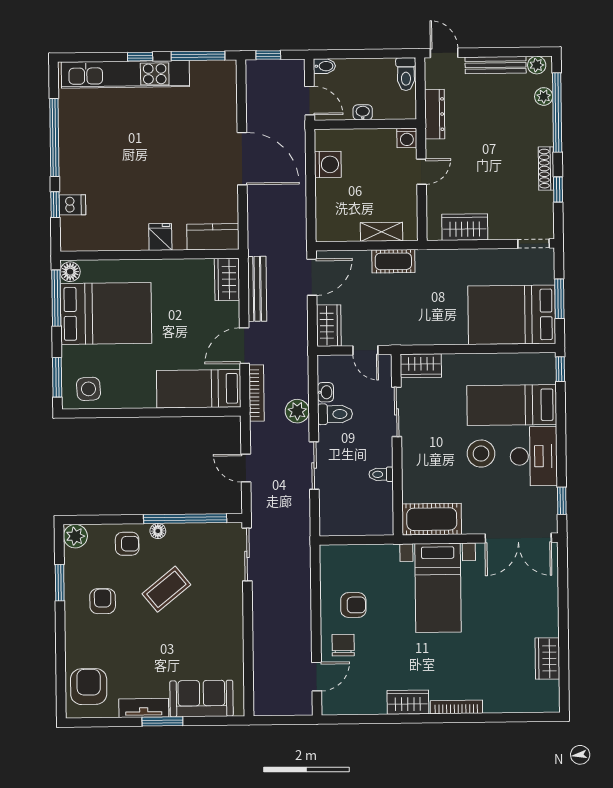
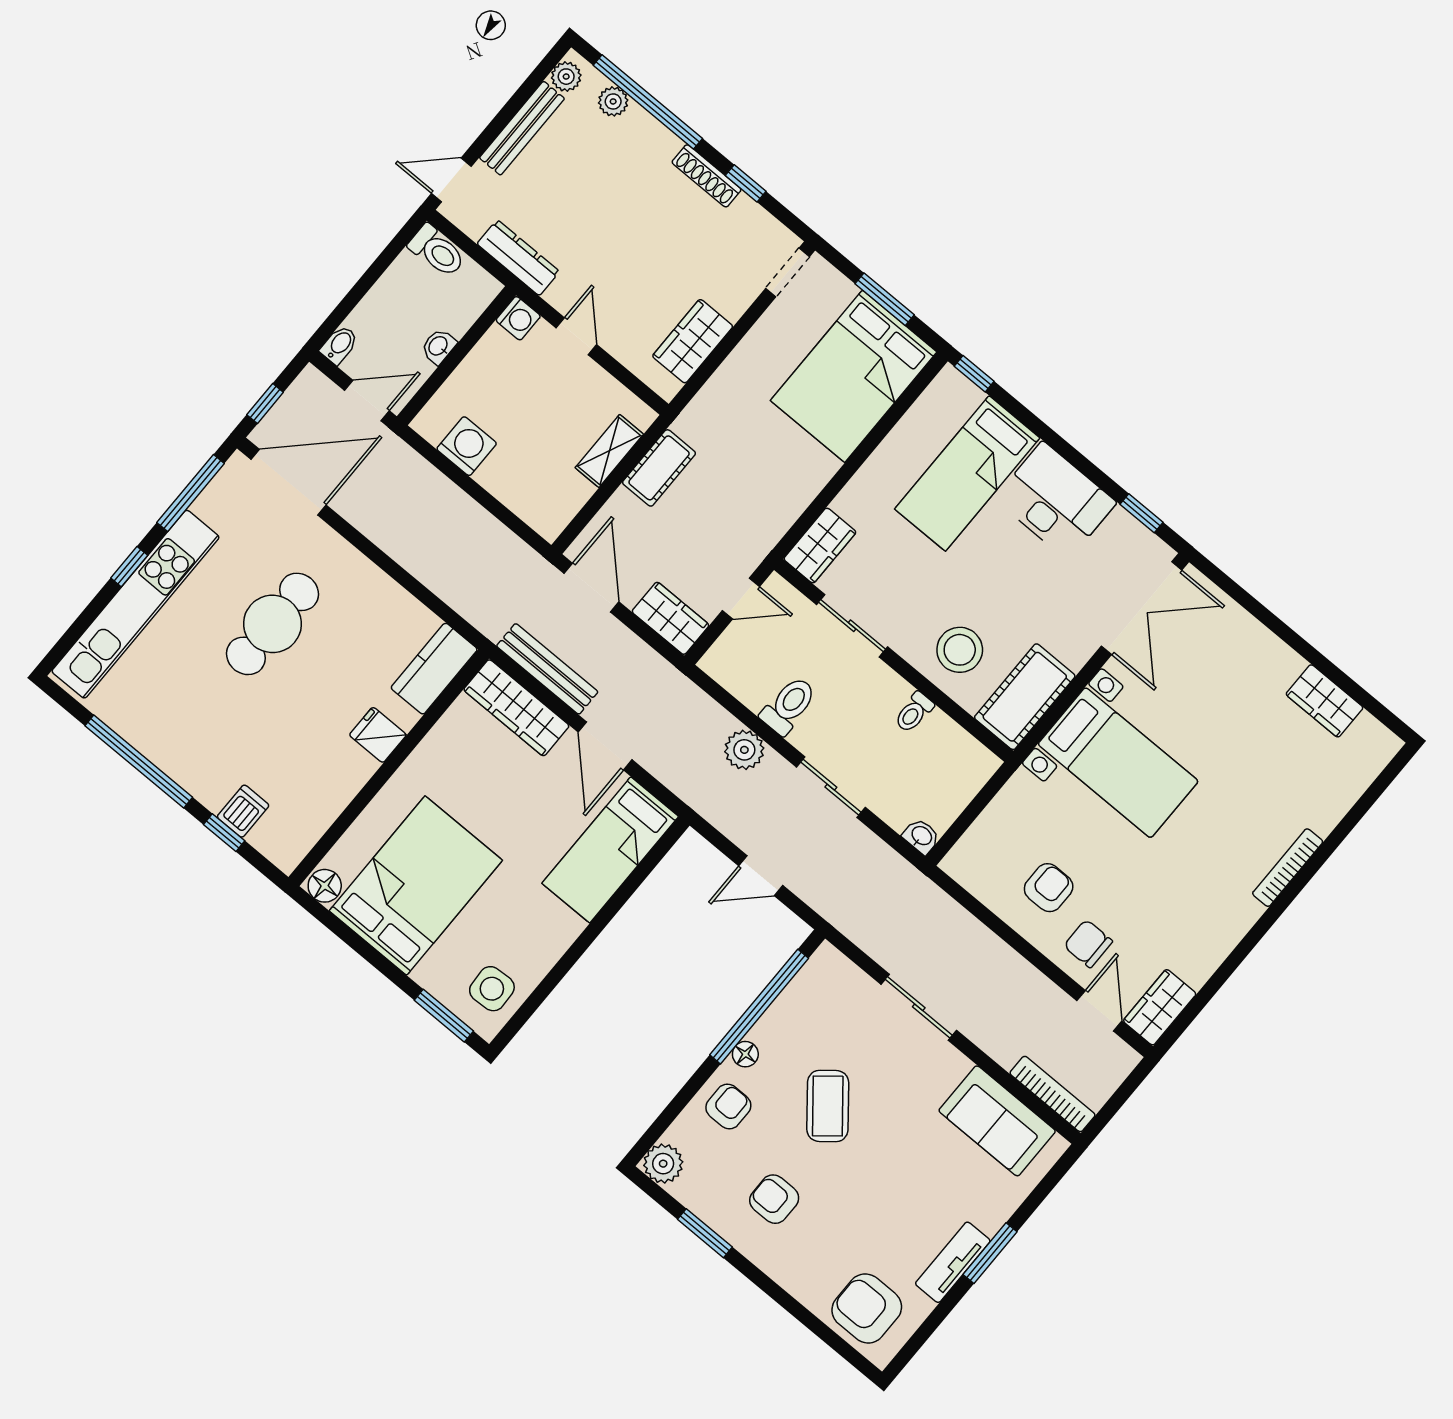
cafe table: (170, 145) -> (272, 624), added
door: (242, 159) -> (288, 482), moved
wardrobe: (227, 279) -> (516, 708), width x1.50
window: (56, 298) -> (343, 932), removed
washbasin: (325, 392) -> (921, 836), moved
bookcase: (257, 393) -> (1053, 1094), moved
stool: (481, 454) -> (960, 650), moved
sliding door: (247, 554) -> (919, 1007), moved
sofa: (201, 699) -> (997, 1121), moved, turned -90
wardrobe: (408, 702) -> (1160, 1007), moved

